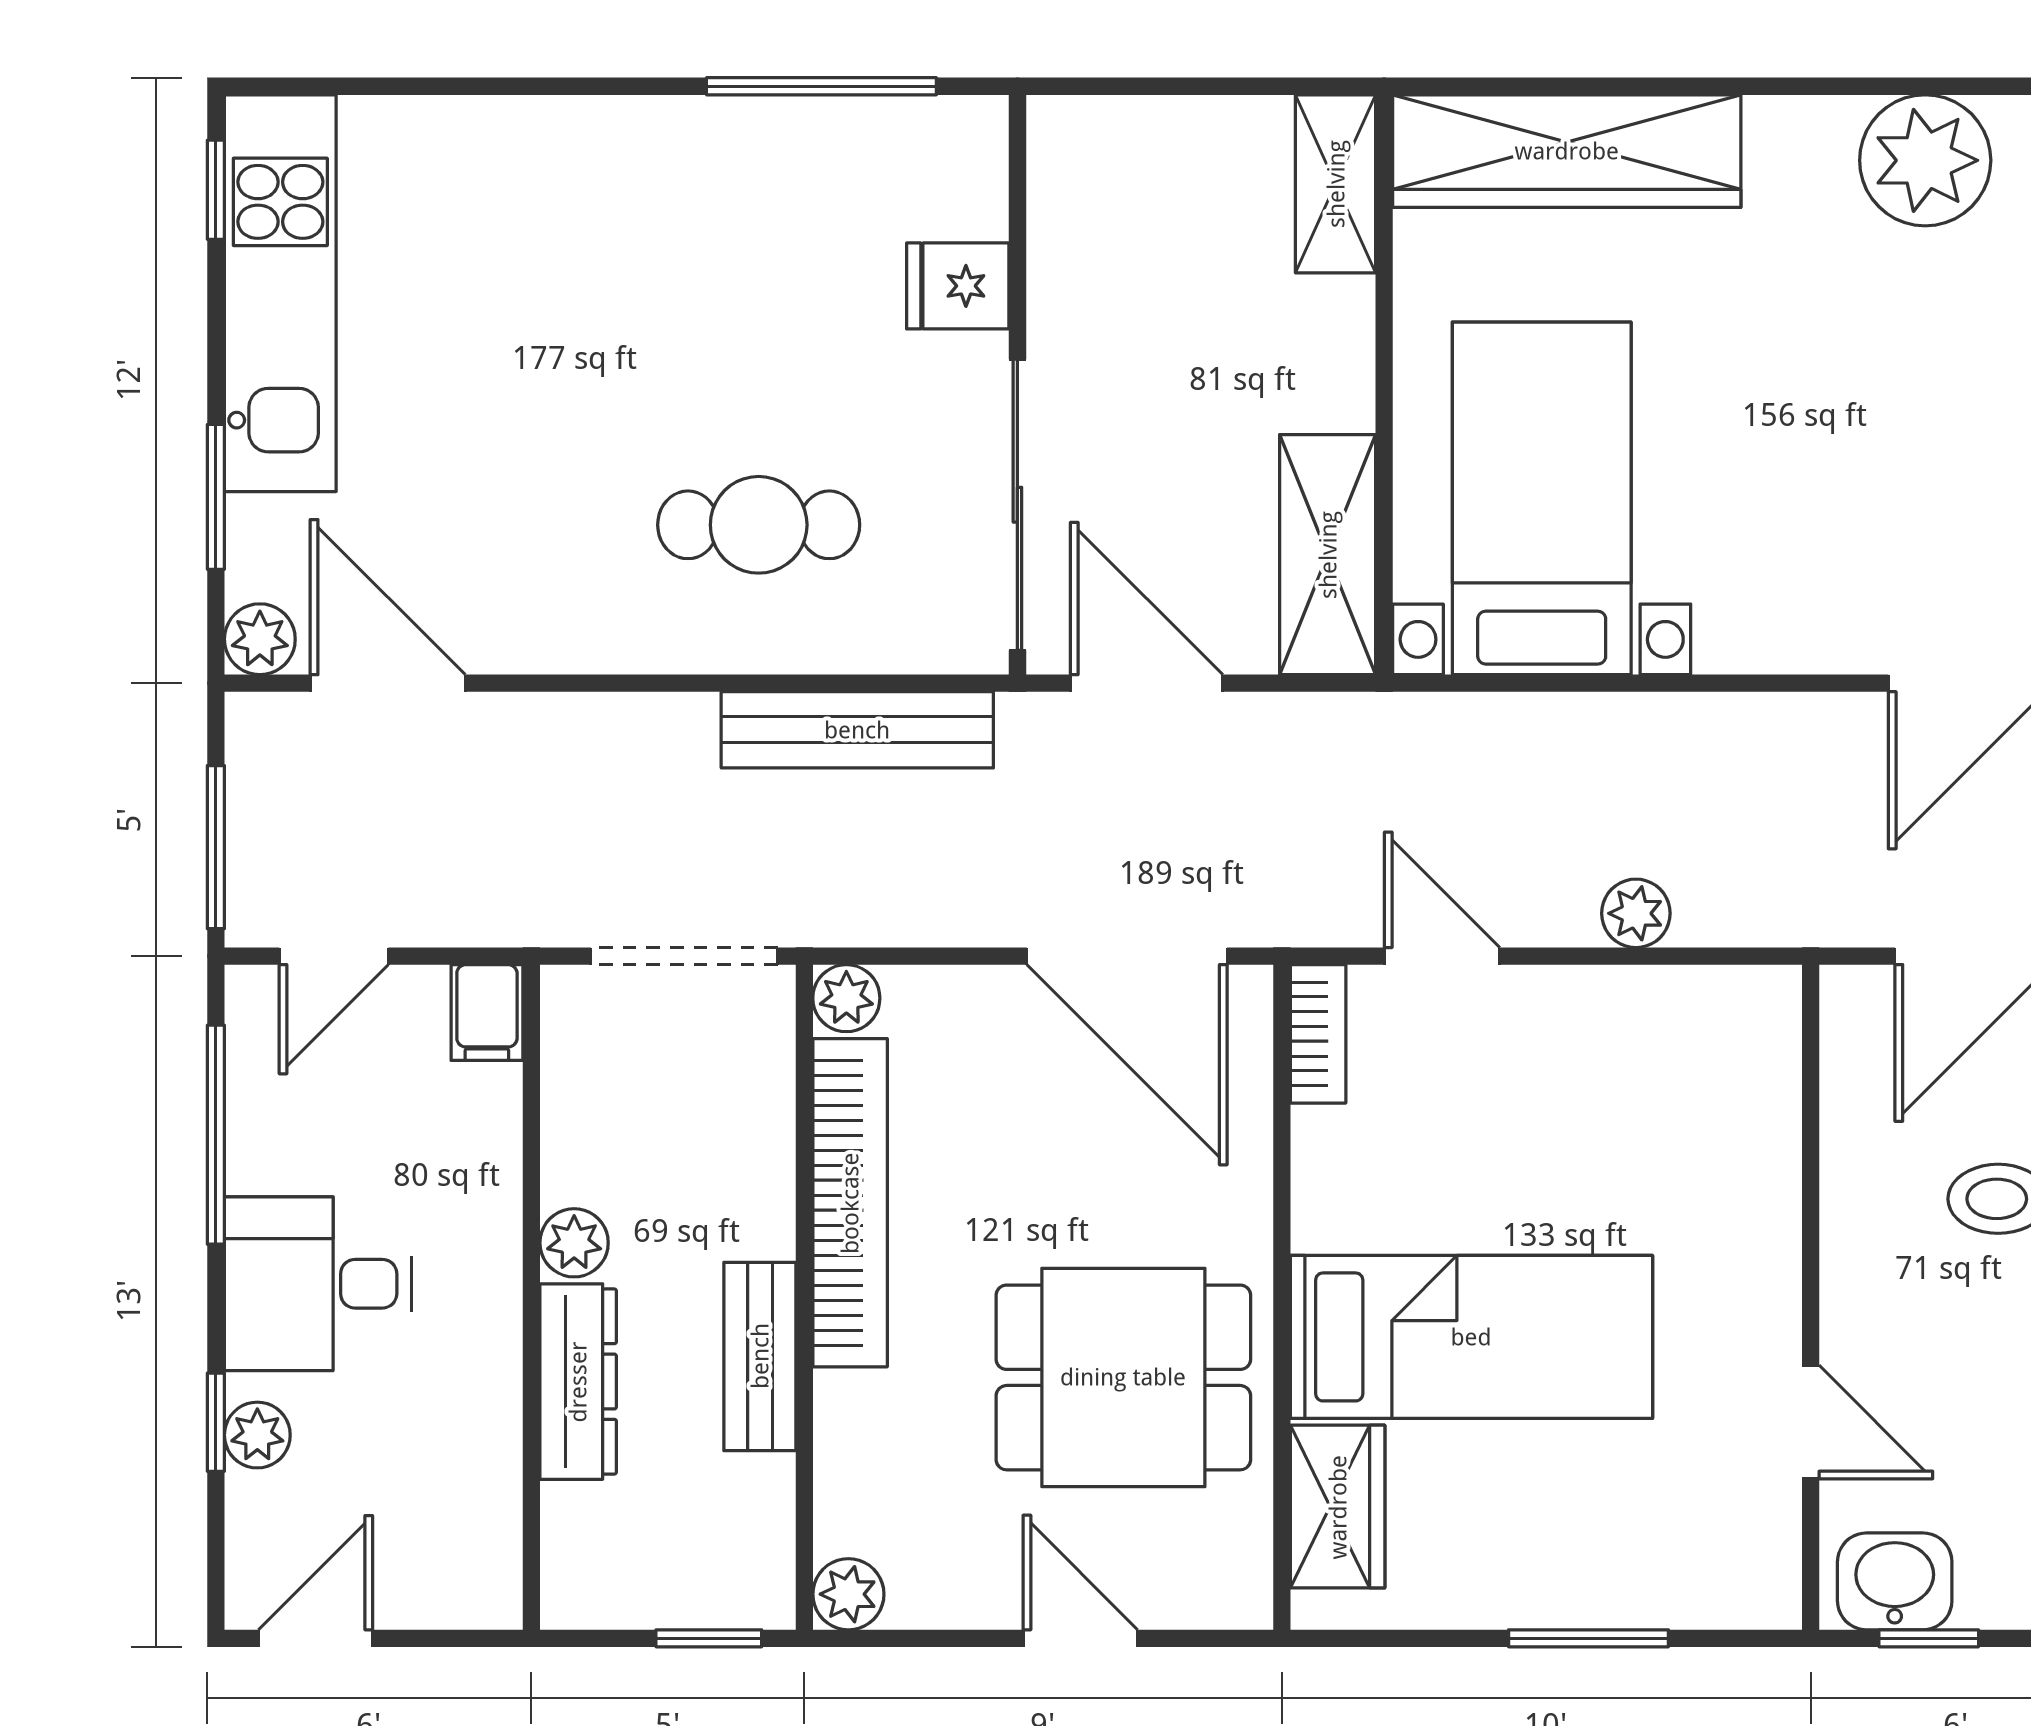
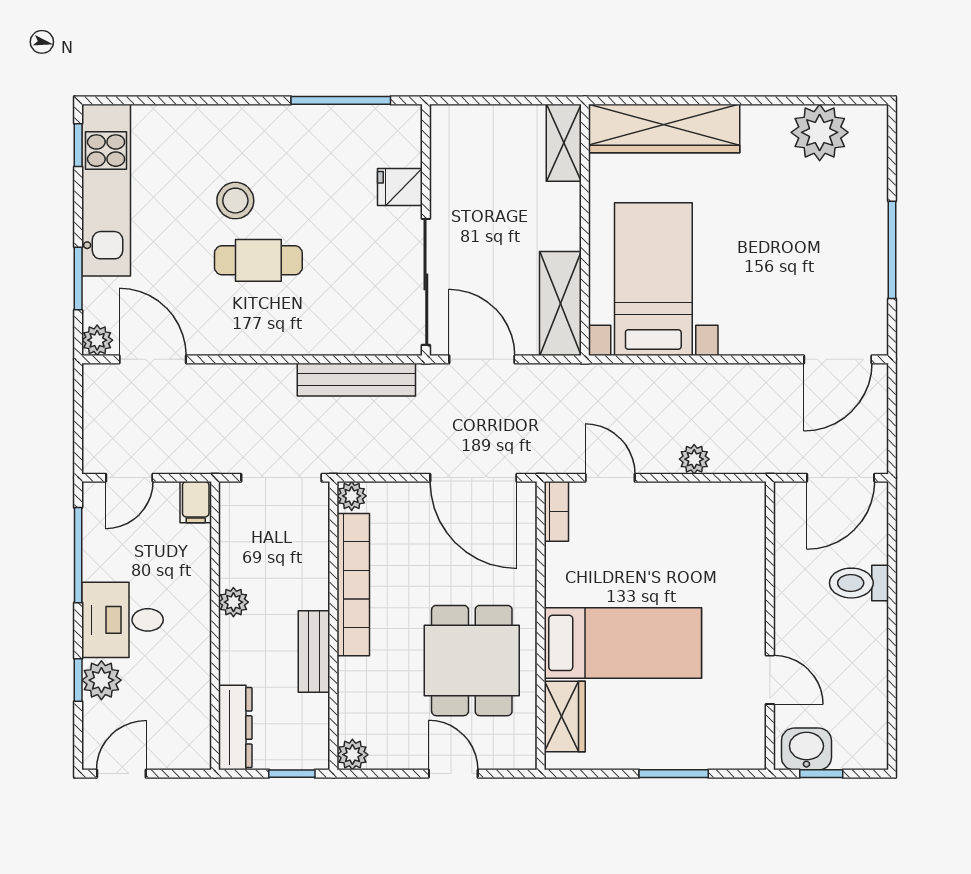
stool: (578, 317) -> (235, 201), added
cafe table: (759, 525) -> (258, 260), moved
window: (216, 847) -> (78, 430), removed
dining table: (1123, 1377) -> (472, 661), turned 90
dresser: (578, 1382) -> (235, 728), moved
plant: (257, 1435) -> (101, 680), width x1.38, depth x1.38

